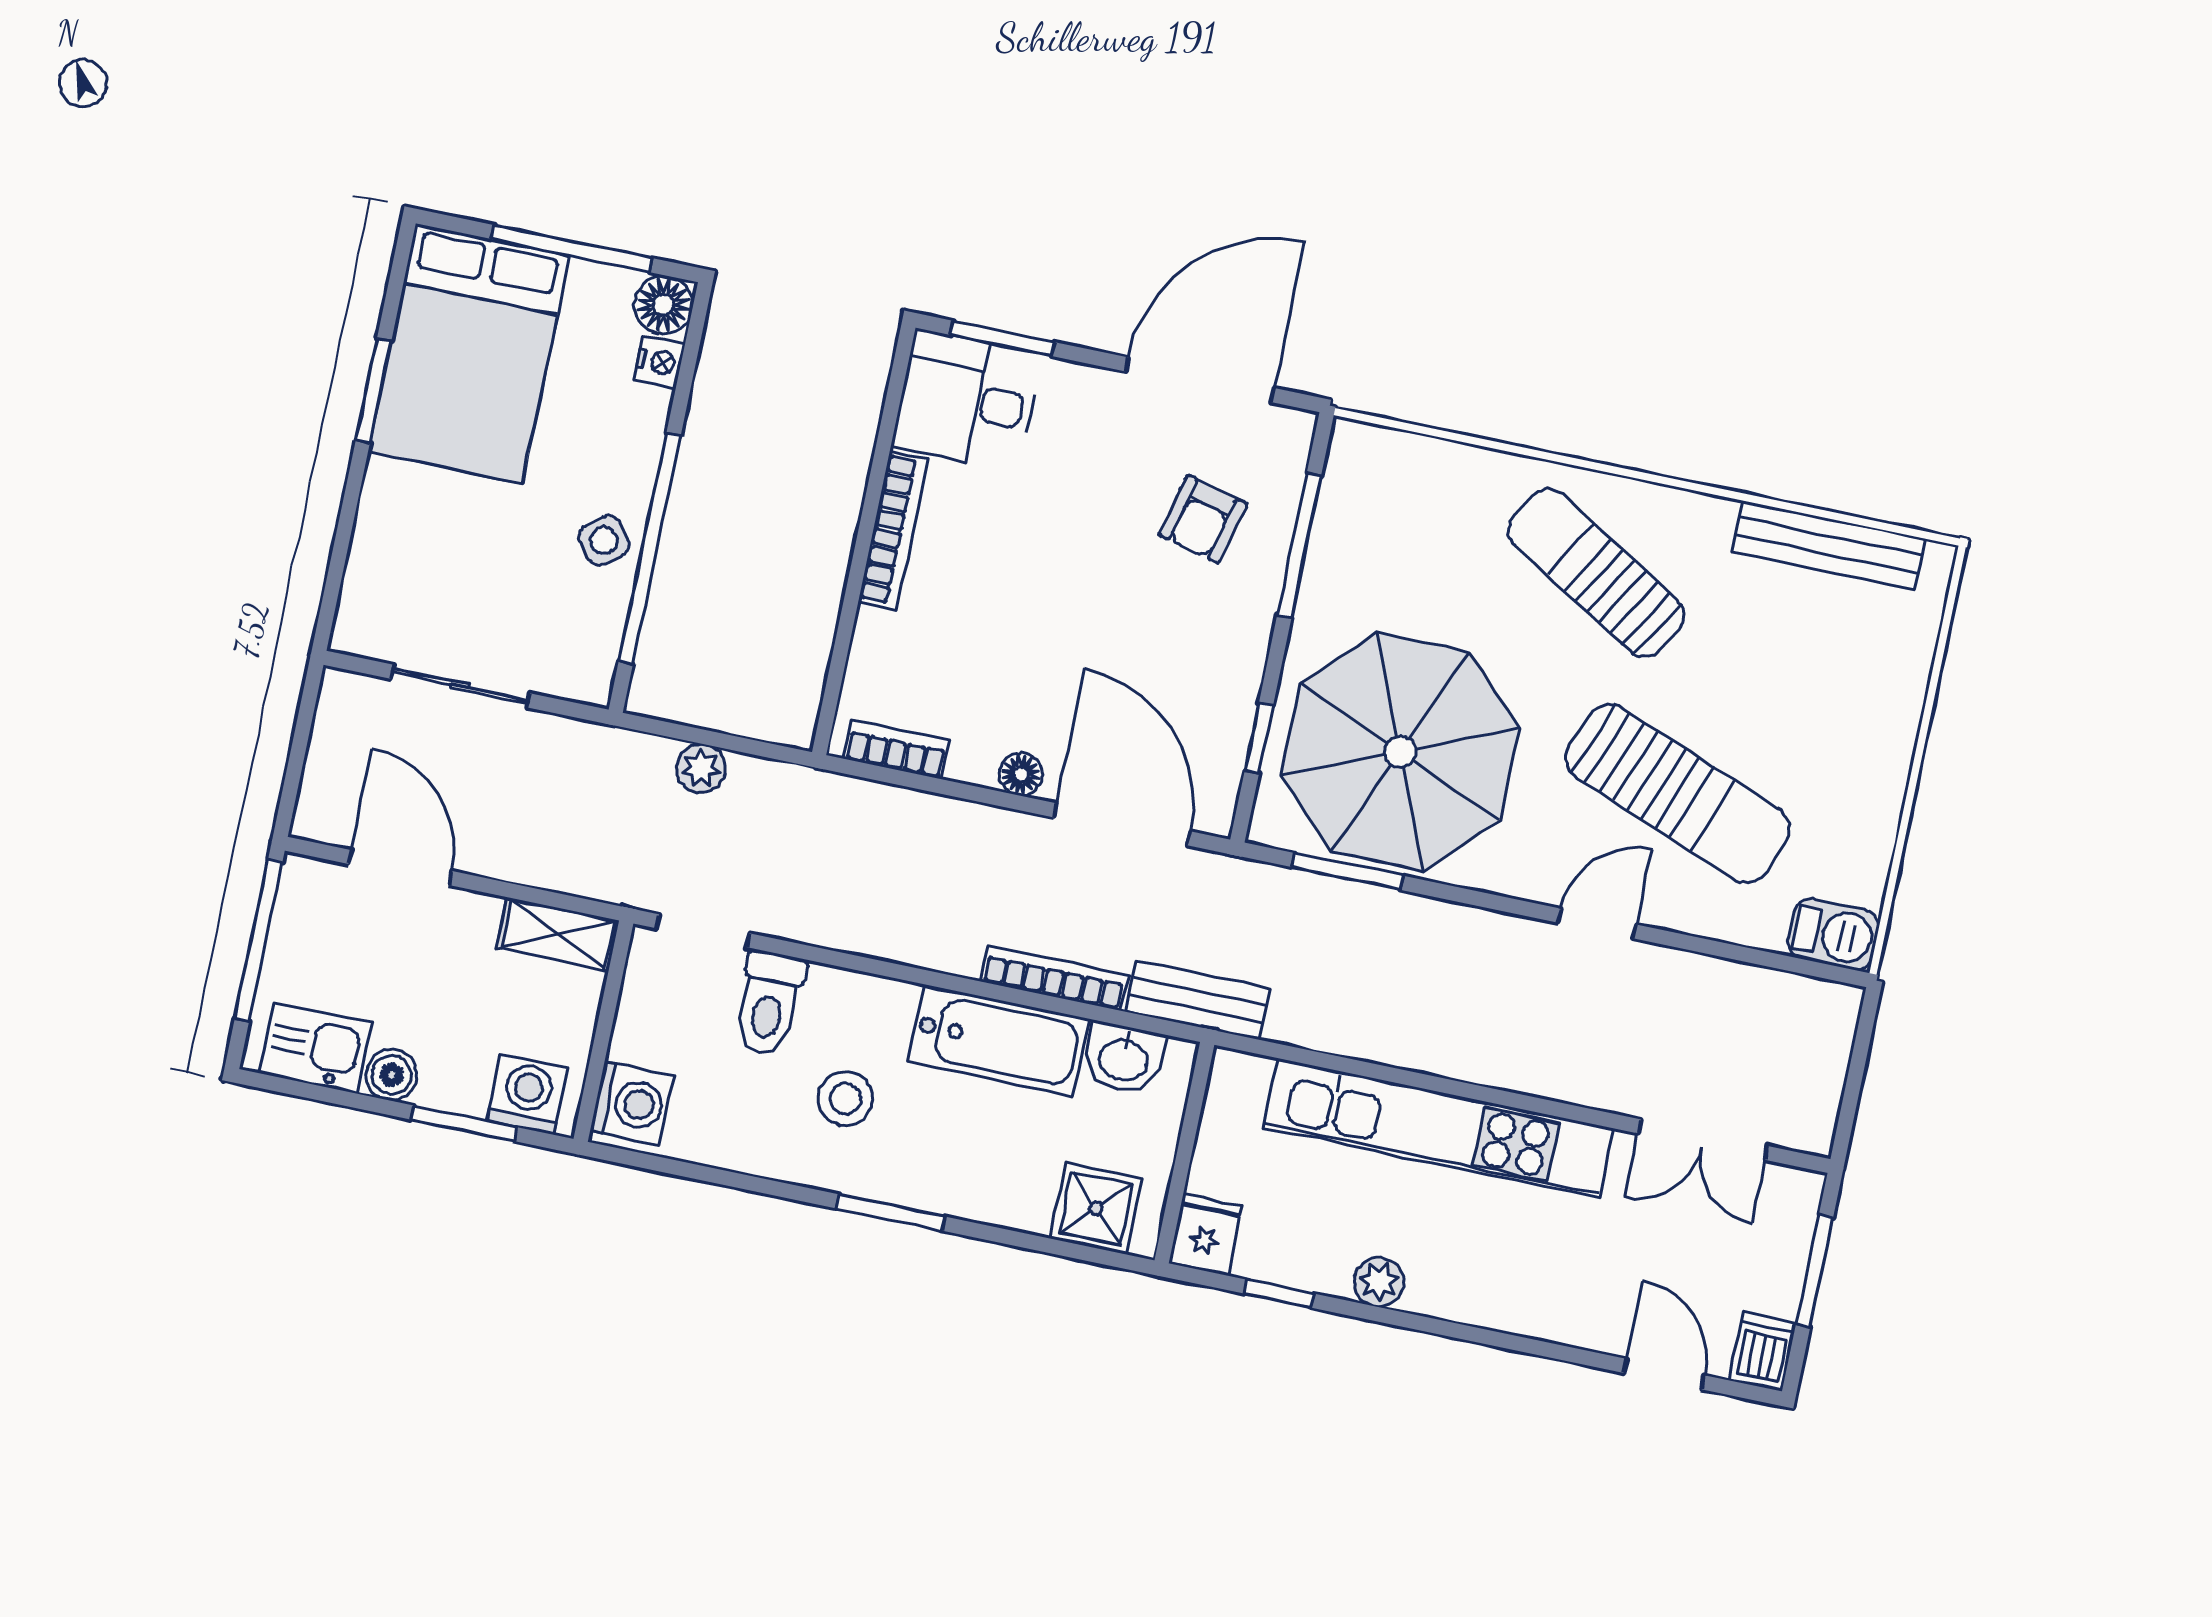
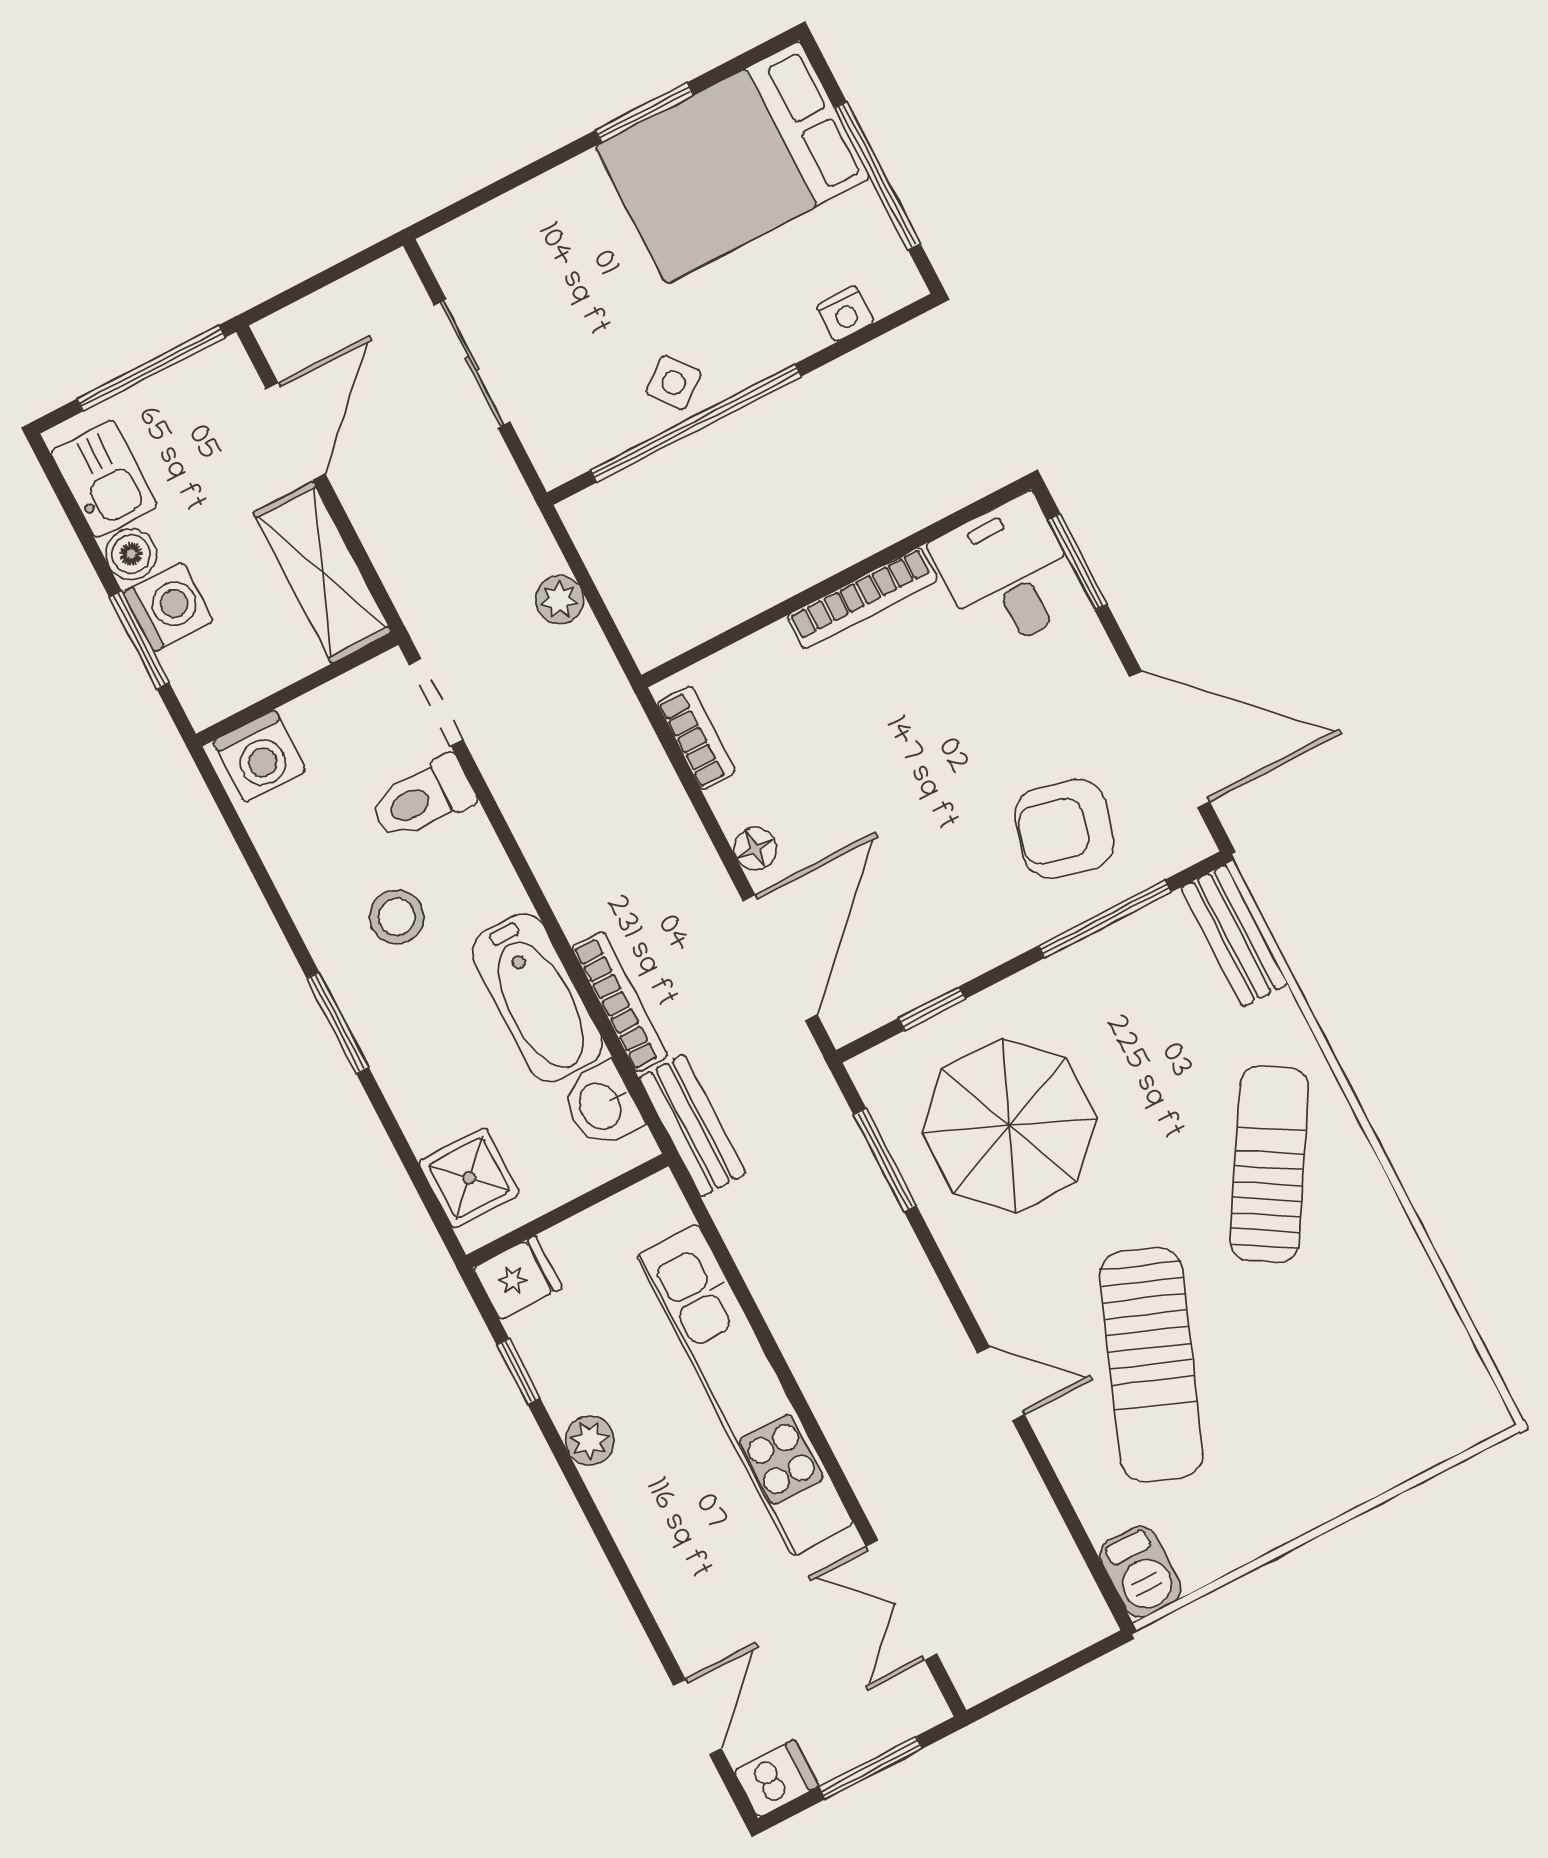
floor lamp: (664, 305) -> (892, 281), removed
armchair: (1203, 519) -> (1064, 829), width x1.38, depth x1.38
bench: (1829, 545) -> (1234, 936), moved, width x0.73
parasol: (1400, 752) -> (1009, 1125), width x0.73, depth x0.73
shelving: (558, 934) -> (322, 572), width x1.50, depth x1.33
washing machine: (527, 1094) -> (168, 607), moved

